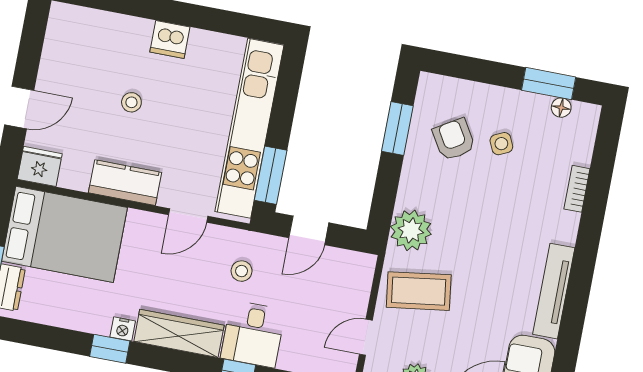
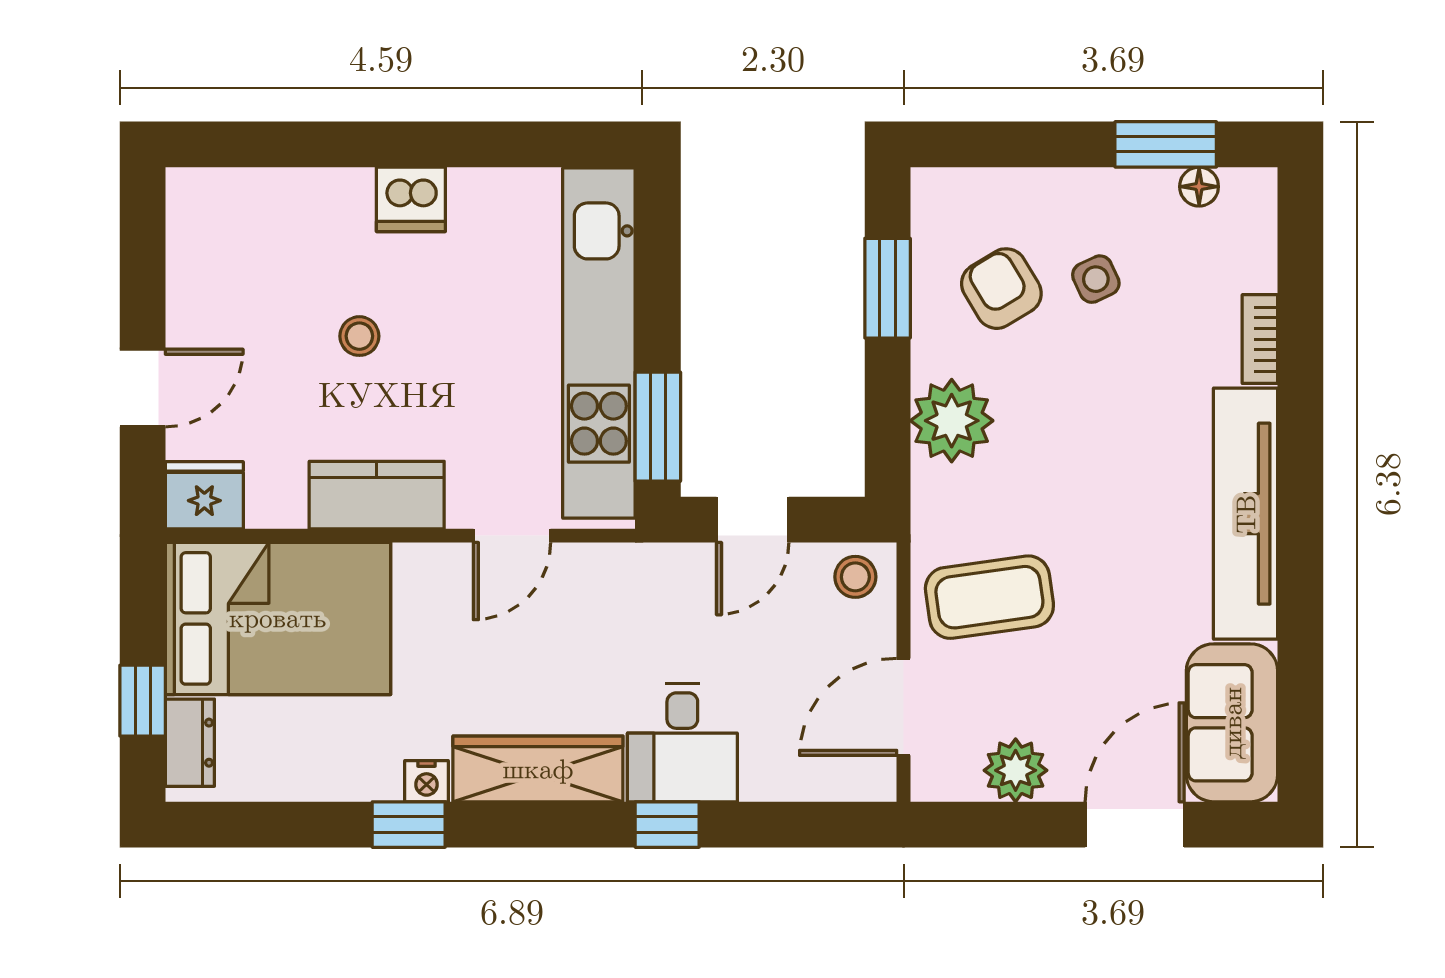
plant: (411, 230) -> (952, 421), moved
stool: (242, 271) -> (855, 577), moved
tv unit: (554, 291) -> (1246, 514), width x1.36, depth x1.29
door: (366, 337) -> (904, 707), width x1.38

